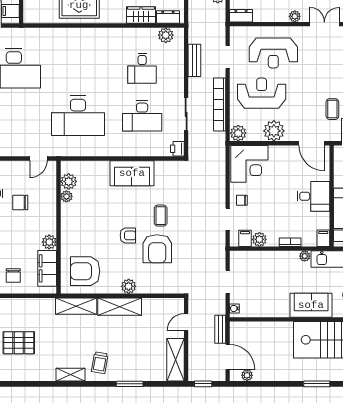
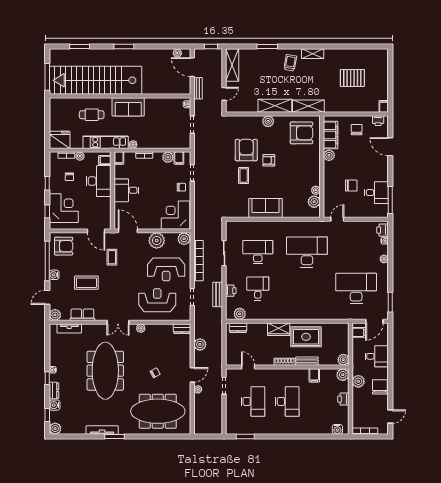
wardrobe: (141, 15) -> (279, 329), moved
printer: (177, 149) -> (231, 291), moved

